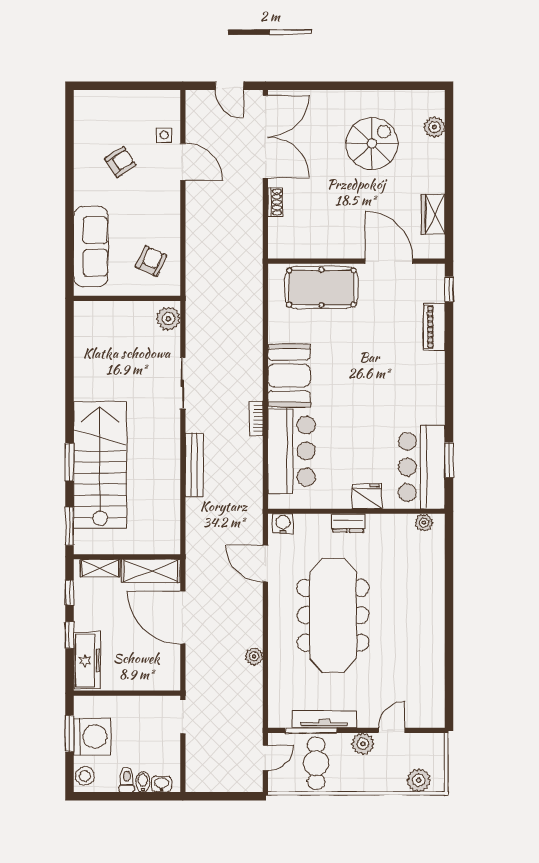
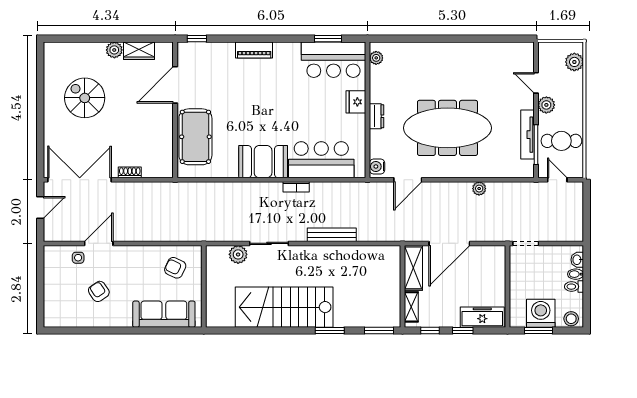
plant: (434, 127) -> (114, 50), moved
plant: (168, 319) -> (238, 254), moved
piano: (434, 327) -> (254, 50), moved
stairs: (100, 465) -> (284, 307), moved

